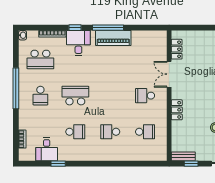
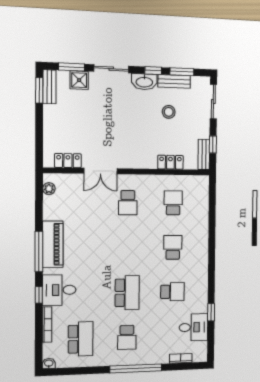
plant: (155, 35) -> (49, 189), added
window: (16, 88) -> (136, 368), moved
school desk: (40, 96) -> (127, 337), turned 90
school desk: (75, 96) -> (127, 293), turned 180
locker: (177, 110) -> (170, 162), moved
school desk: (75, 132) -> (172, 292), turned 90
school desk: (110, 132) -> (173, 247), turned 180

